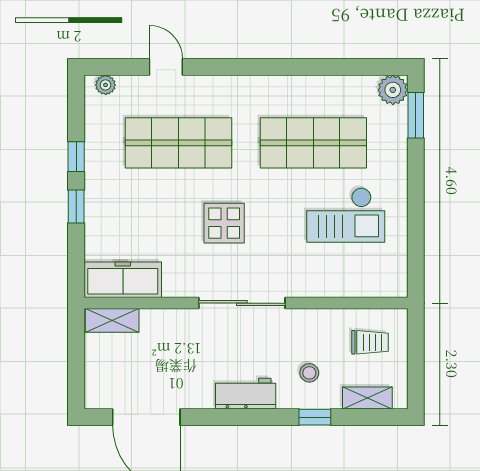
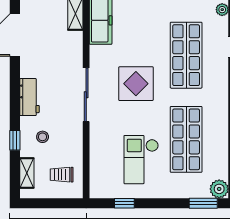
display table: (224, 223) -> (136, 84), width x1.36, depth x1.36
window: (416, 242) -> (124, 203), added
trolley: (370, 342) -> (62, 175), turned 90

